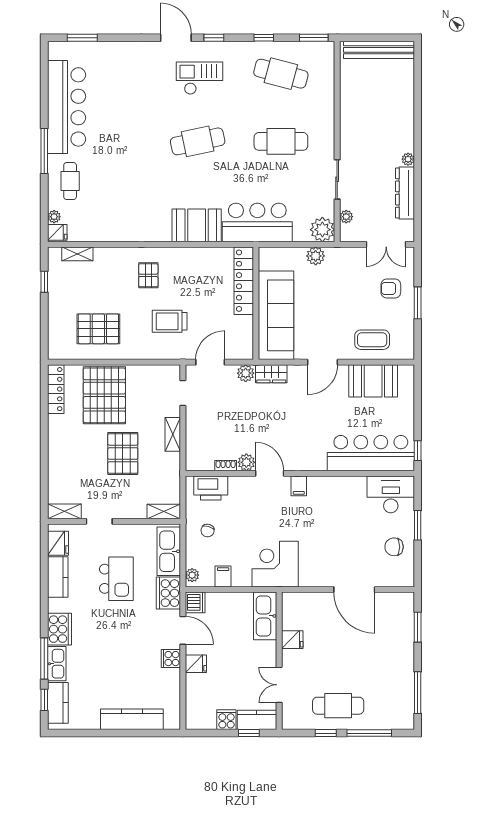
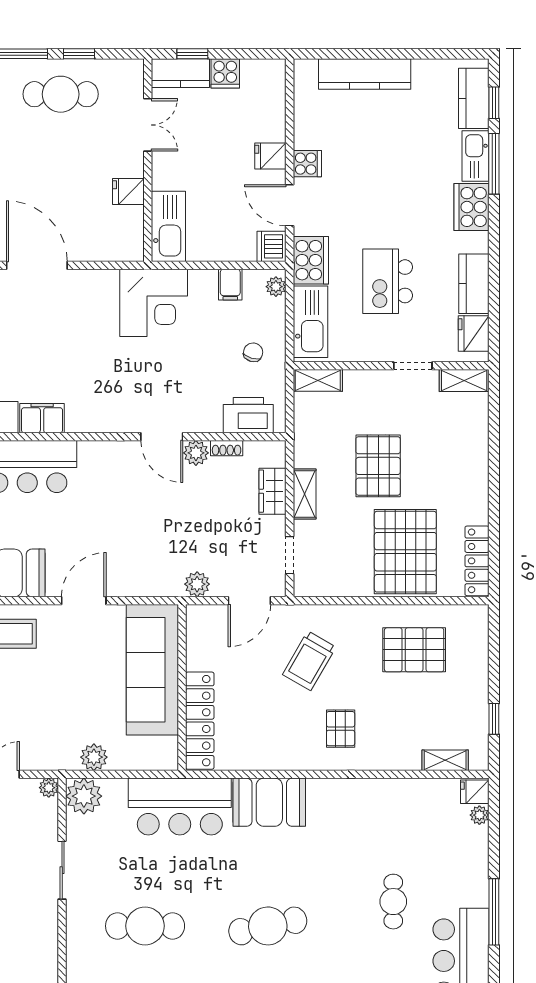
cafe table: (70, 181) -> (393, 902), moved
plant: (346, 217) -> (49, 788), moved
trolley: (170, 321) -> (309, 661), turned 120
wardrobe: (271, 374) -> (272, 491), moved, turned -90
filing cabinet: (299, 486) -> (42, 418), moved, width x2.00

